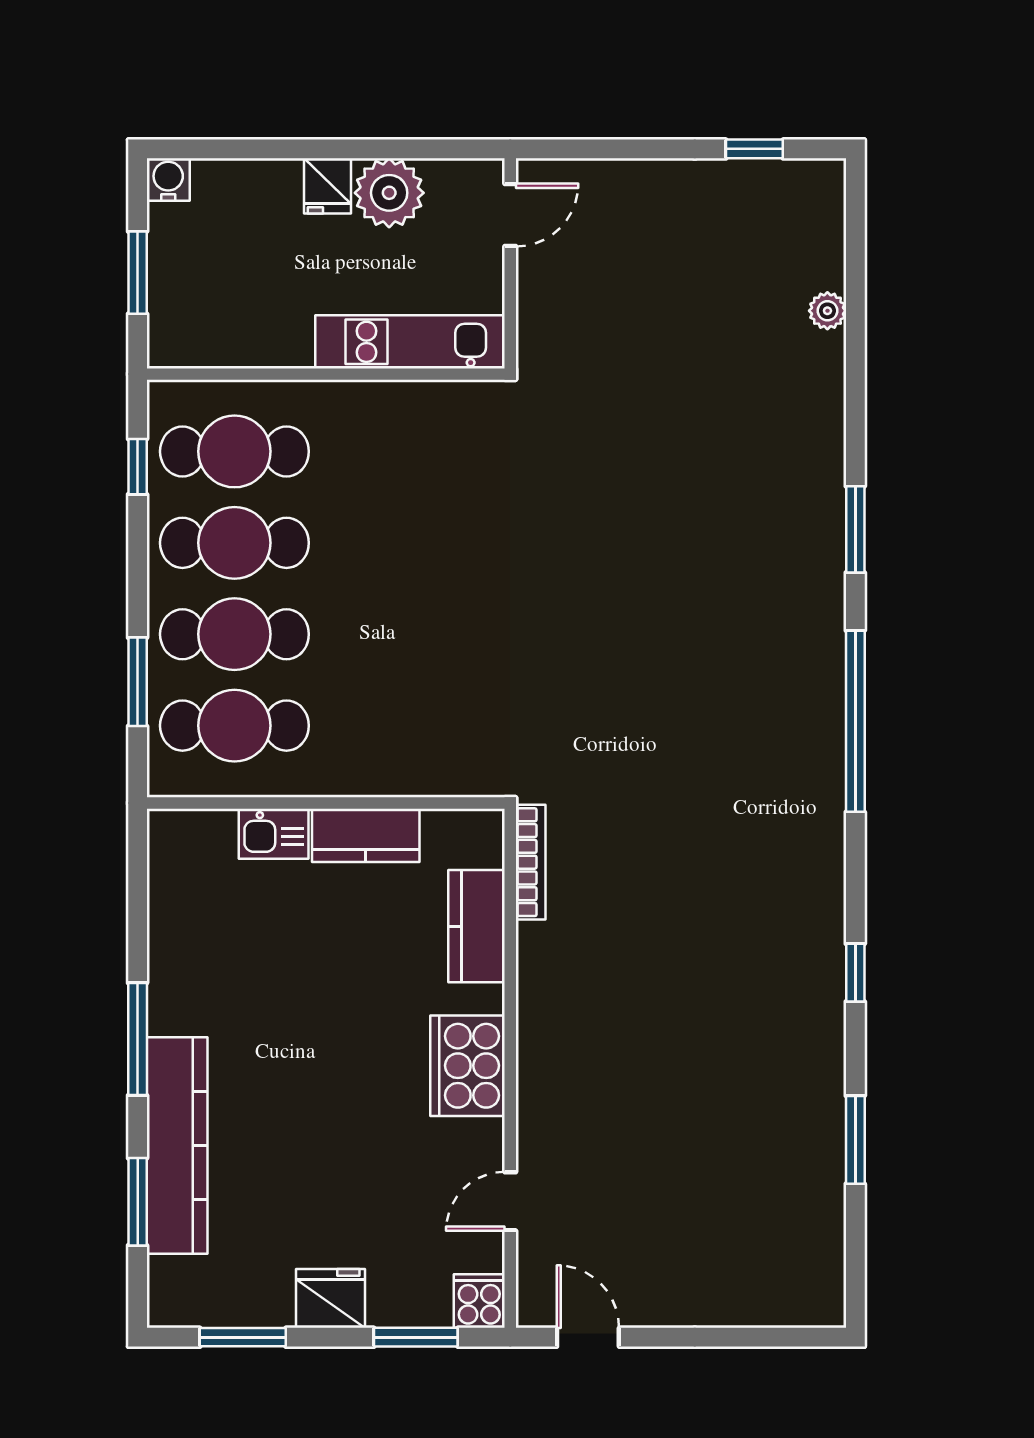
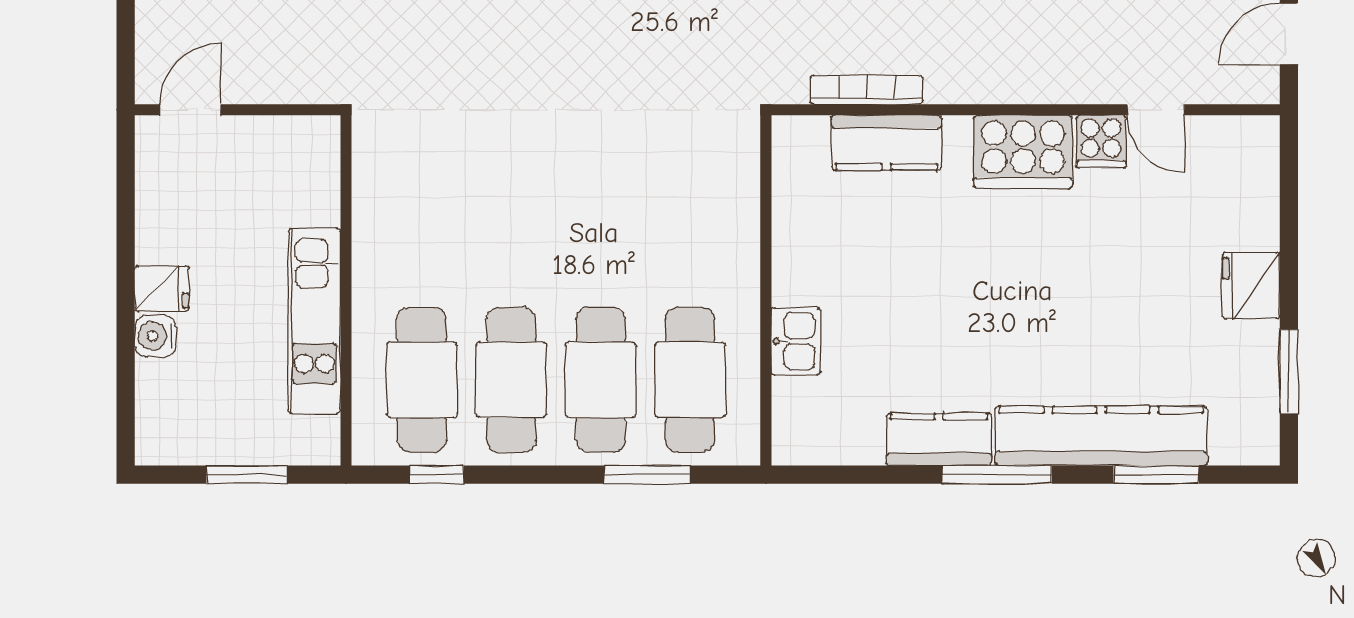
water cooler: (168, 180) -> (156, 336), moved
plant: (389, 193) -> (169, 228), removed
door: (510, 215) -> (190, 110), hinge flipped
kitchen unit: (410, 342) -> (314, 321), moved
kitchen counter: (366, 835) -> (939, 439), moved, turned -90
bookcase: (531, 862) -> (866, 90), moved
cooker: (479, 1301) -> (1101, 141), moved, turned -90
window: (416, 1337) -> (1289, 202), removed

